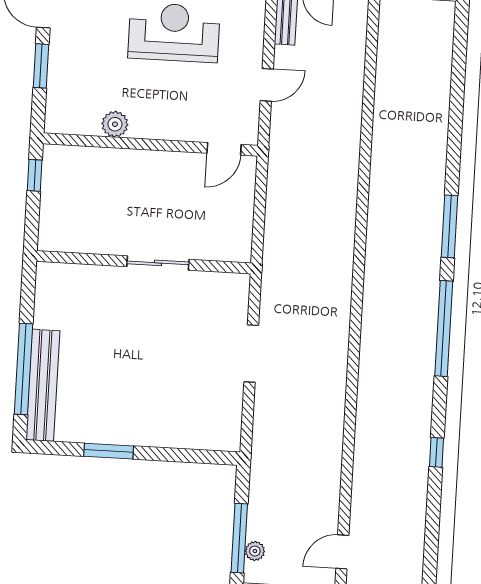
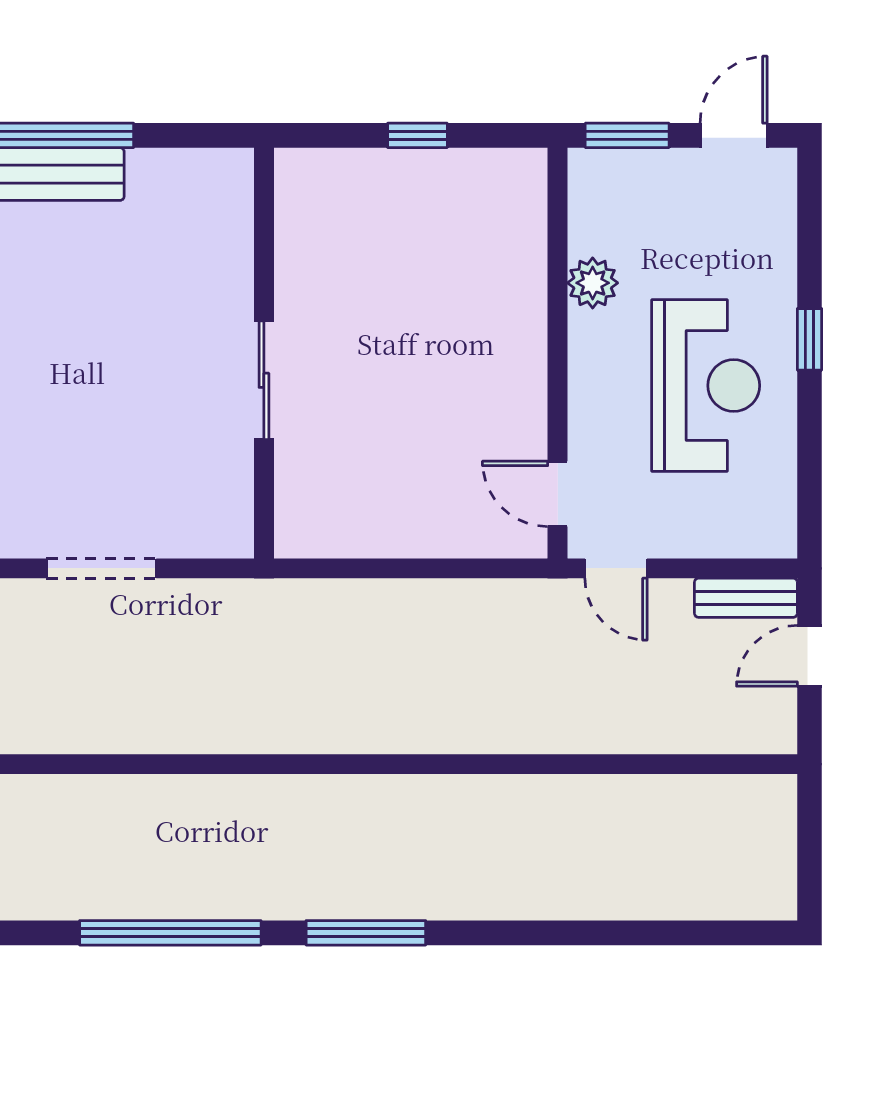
plant: (115, 124) -> (593, 283), moved
wall: (151, 145) -> (558, 353), moved
door: (224, 149) -> (558, 494), moved

